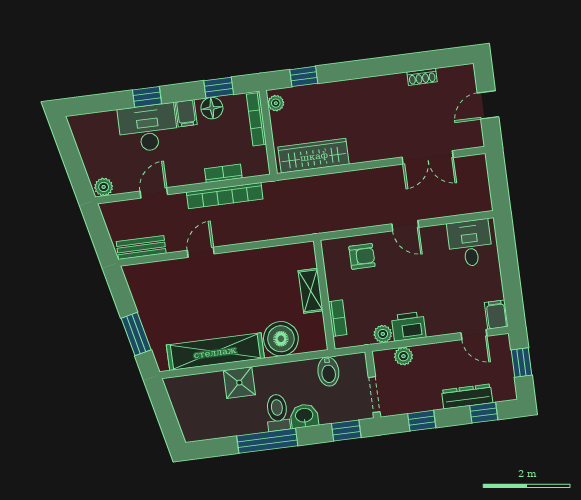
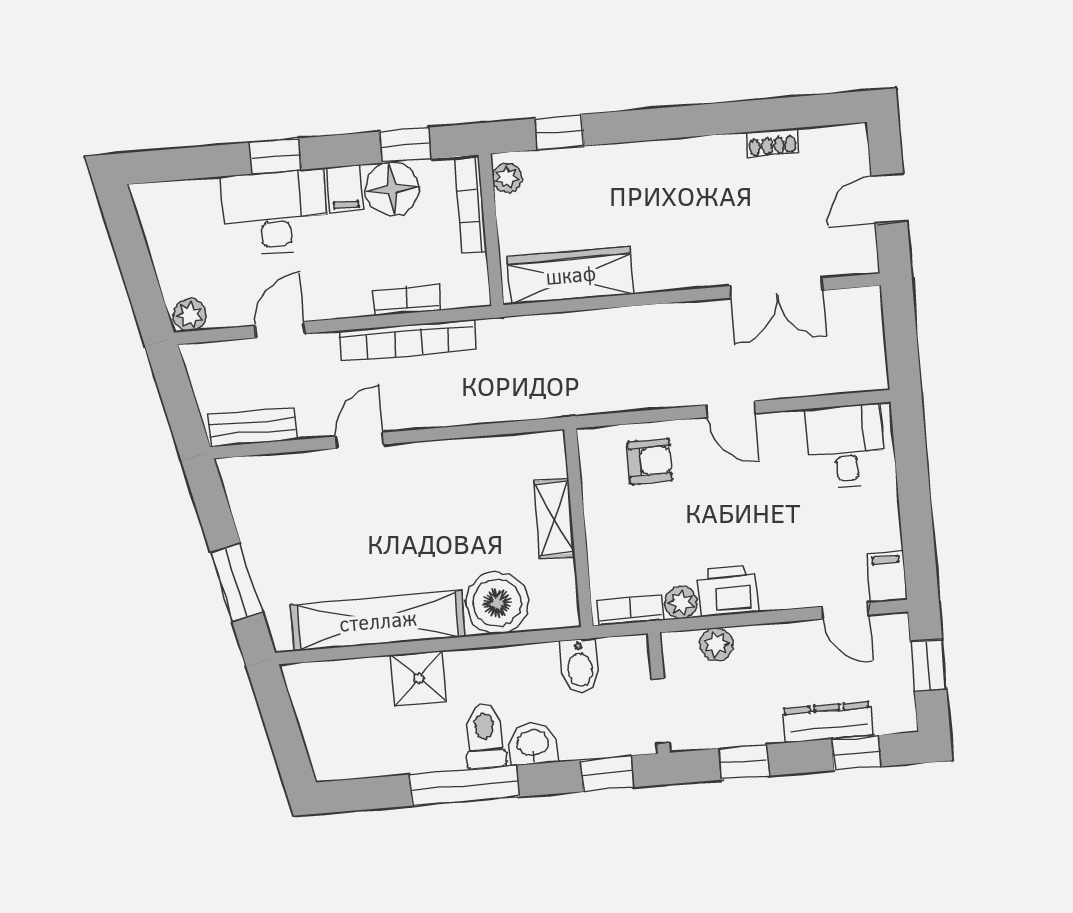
floor lamp: (212, 108) -> (392, 189), width x1.38, depth x1.38
bookcase: (338, 318) -> (630, 610), moved, turned -90

